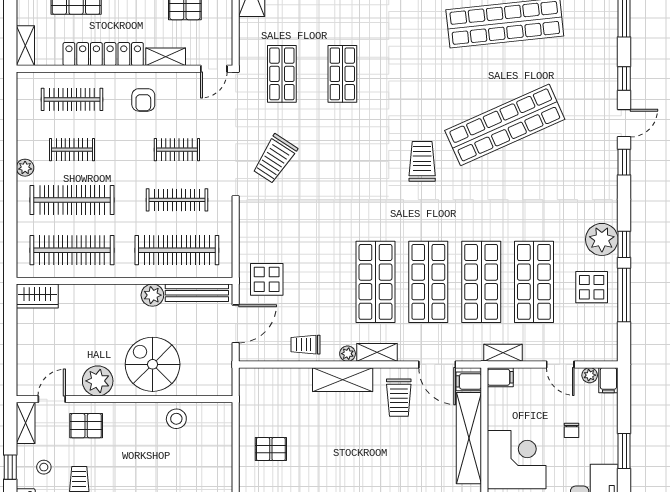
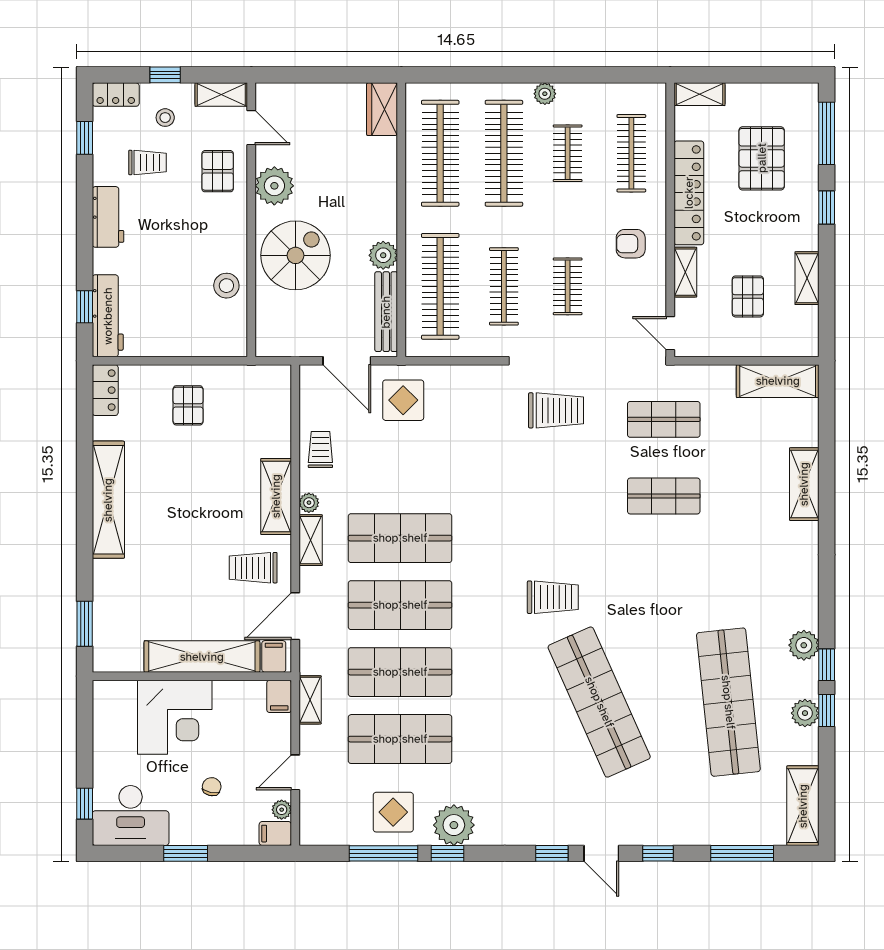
trolley: (275, 159) -> (556, 410), turned 147
chair: (572, 430) -> (212, 787), turned 102

